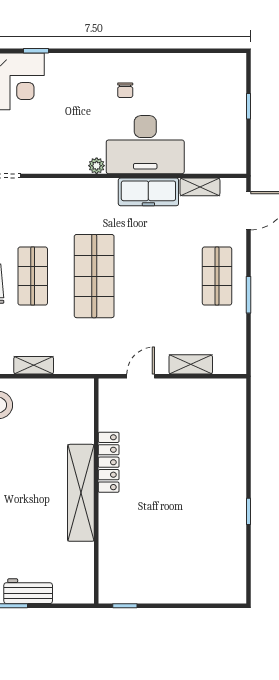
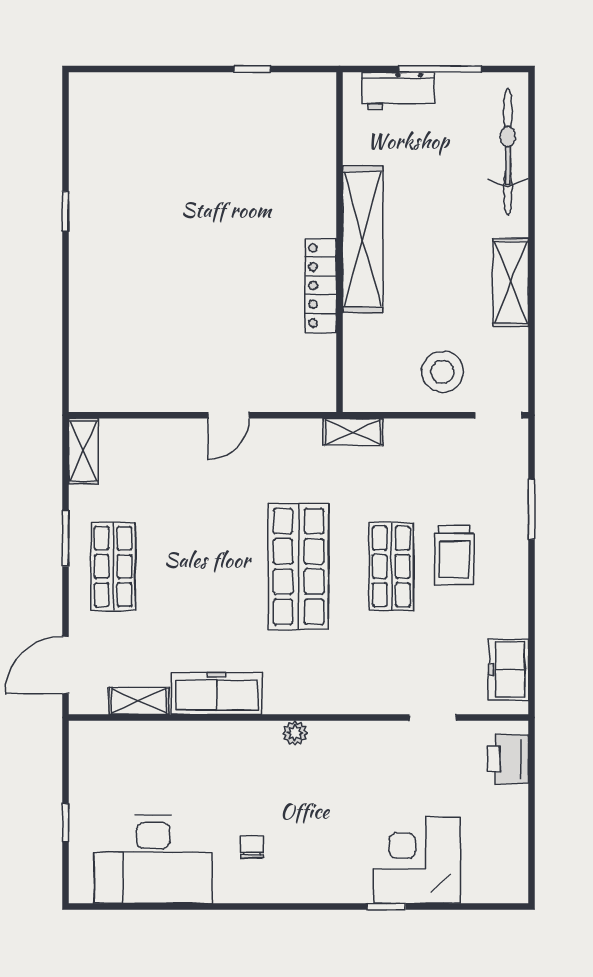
desk: (145, 145) -> (153, 859), moved, turned 180
shelving: (191, 364) -> (83, 451), moved, turned 90
shelving: (34, 365) -> (353, 432), moved
locker: (109, 462) -> (321, 285), moved
wall: (96, 491) -> (339, 242), moved
shelving: (81, 493) -> (363, 239), moved

